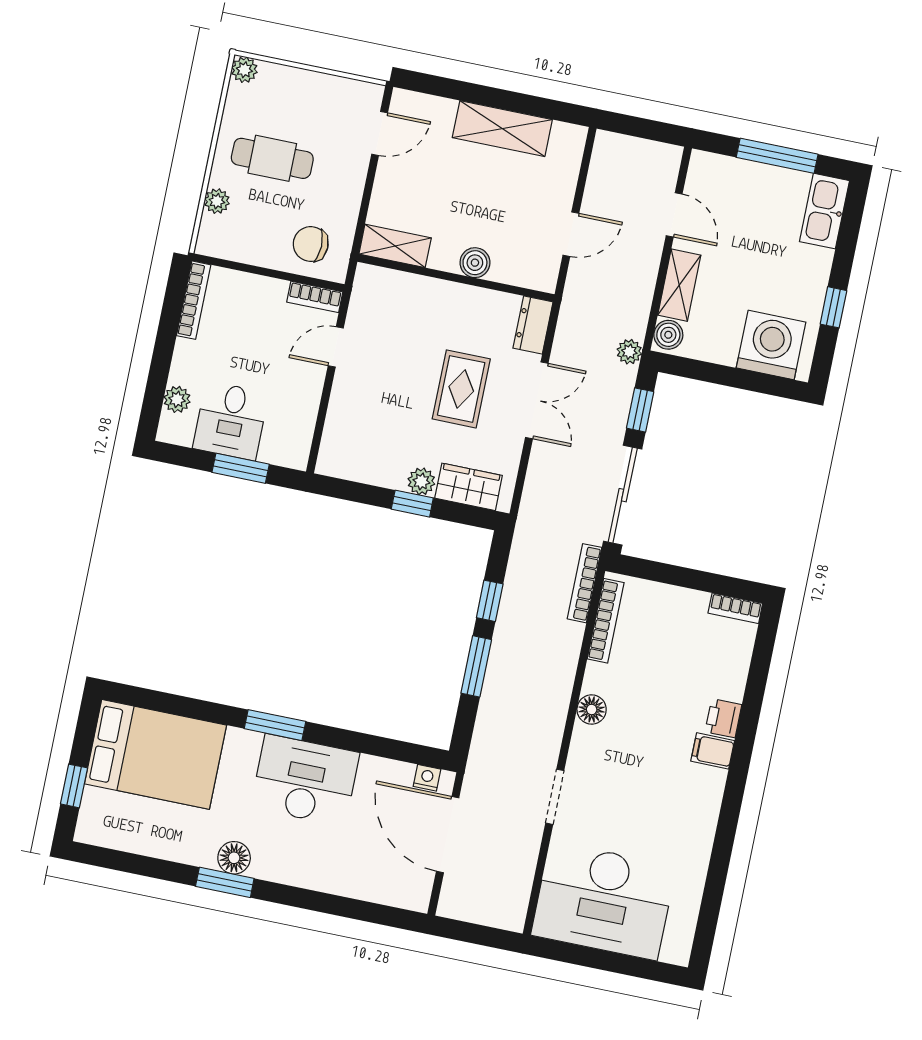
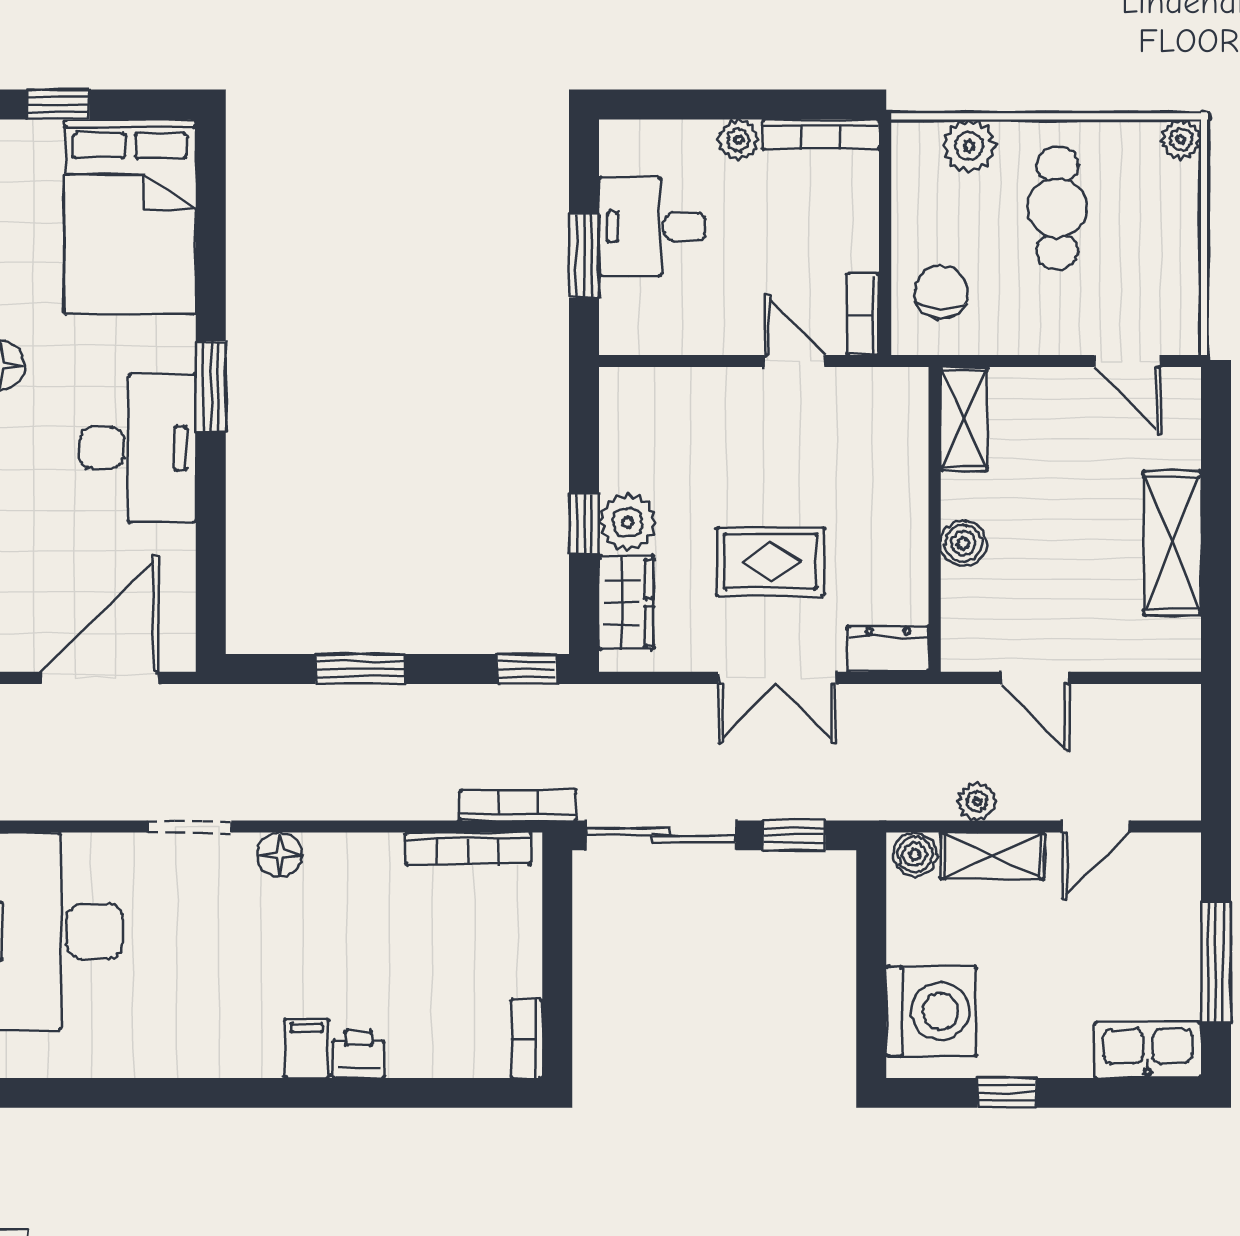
plant: (217, 201) -> (969, 146), width x1.38, depth x1.38
plant: (629, 352) -> (977, 801), moved
plant: (177, 399) -> (738, 140), moved
plant: (421, 481) -> (628, 522), width x1.38, depth x1.38
window: (490, 601) -> (527, 669), moved
floor lamp: (592, 709) -> (280, 855), moved
nightstand: (427, 778) -> (179, 630), removed

